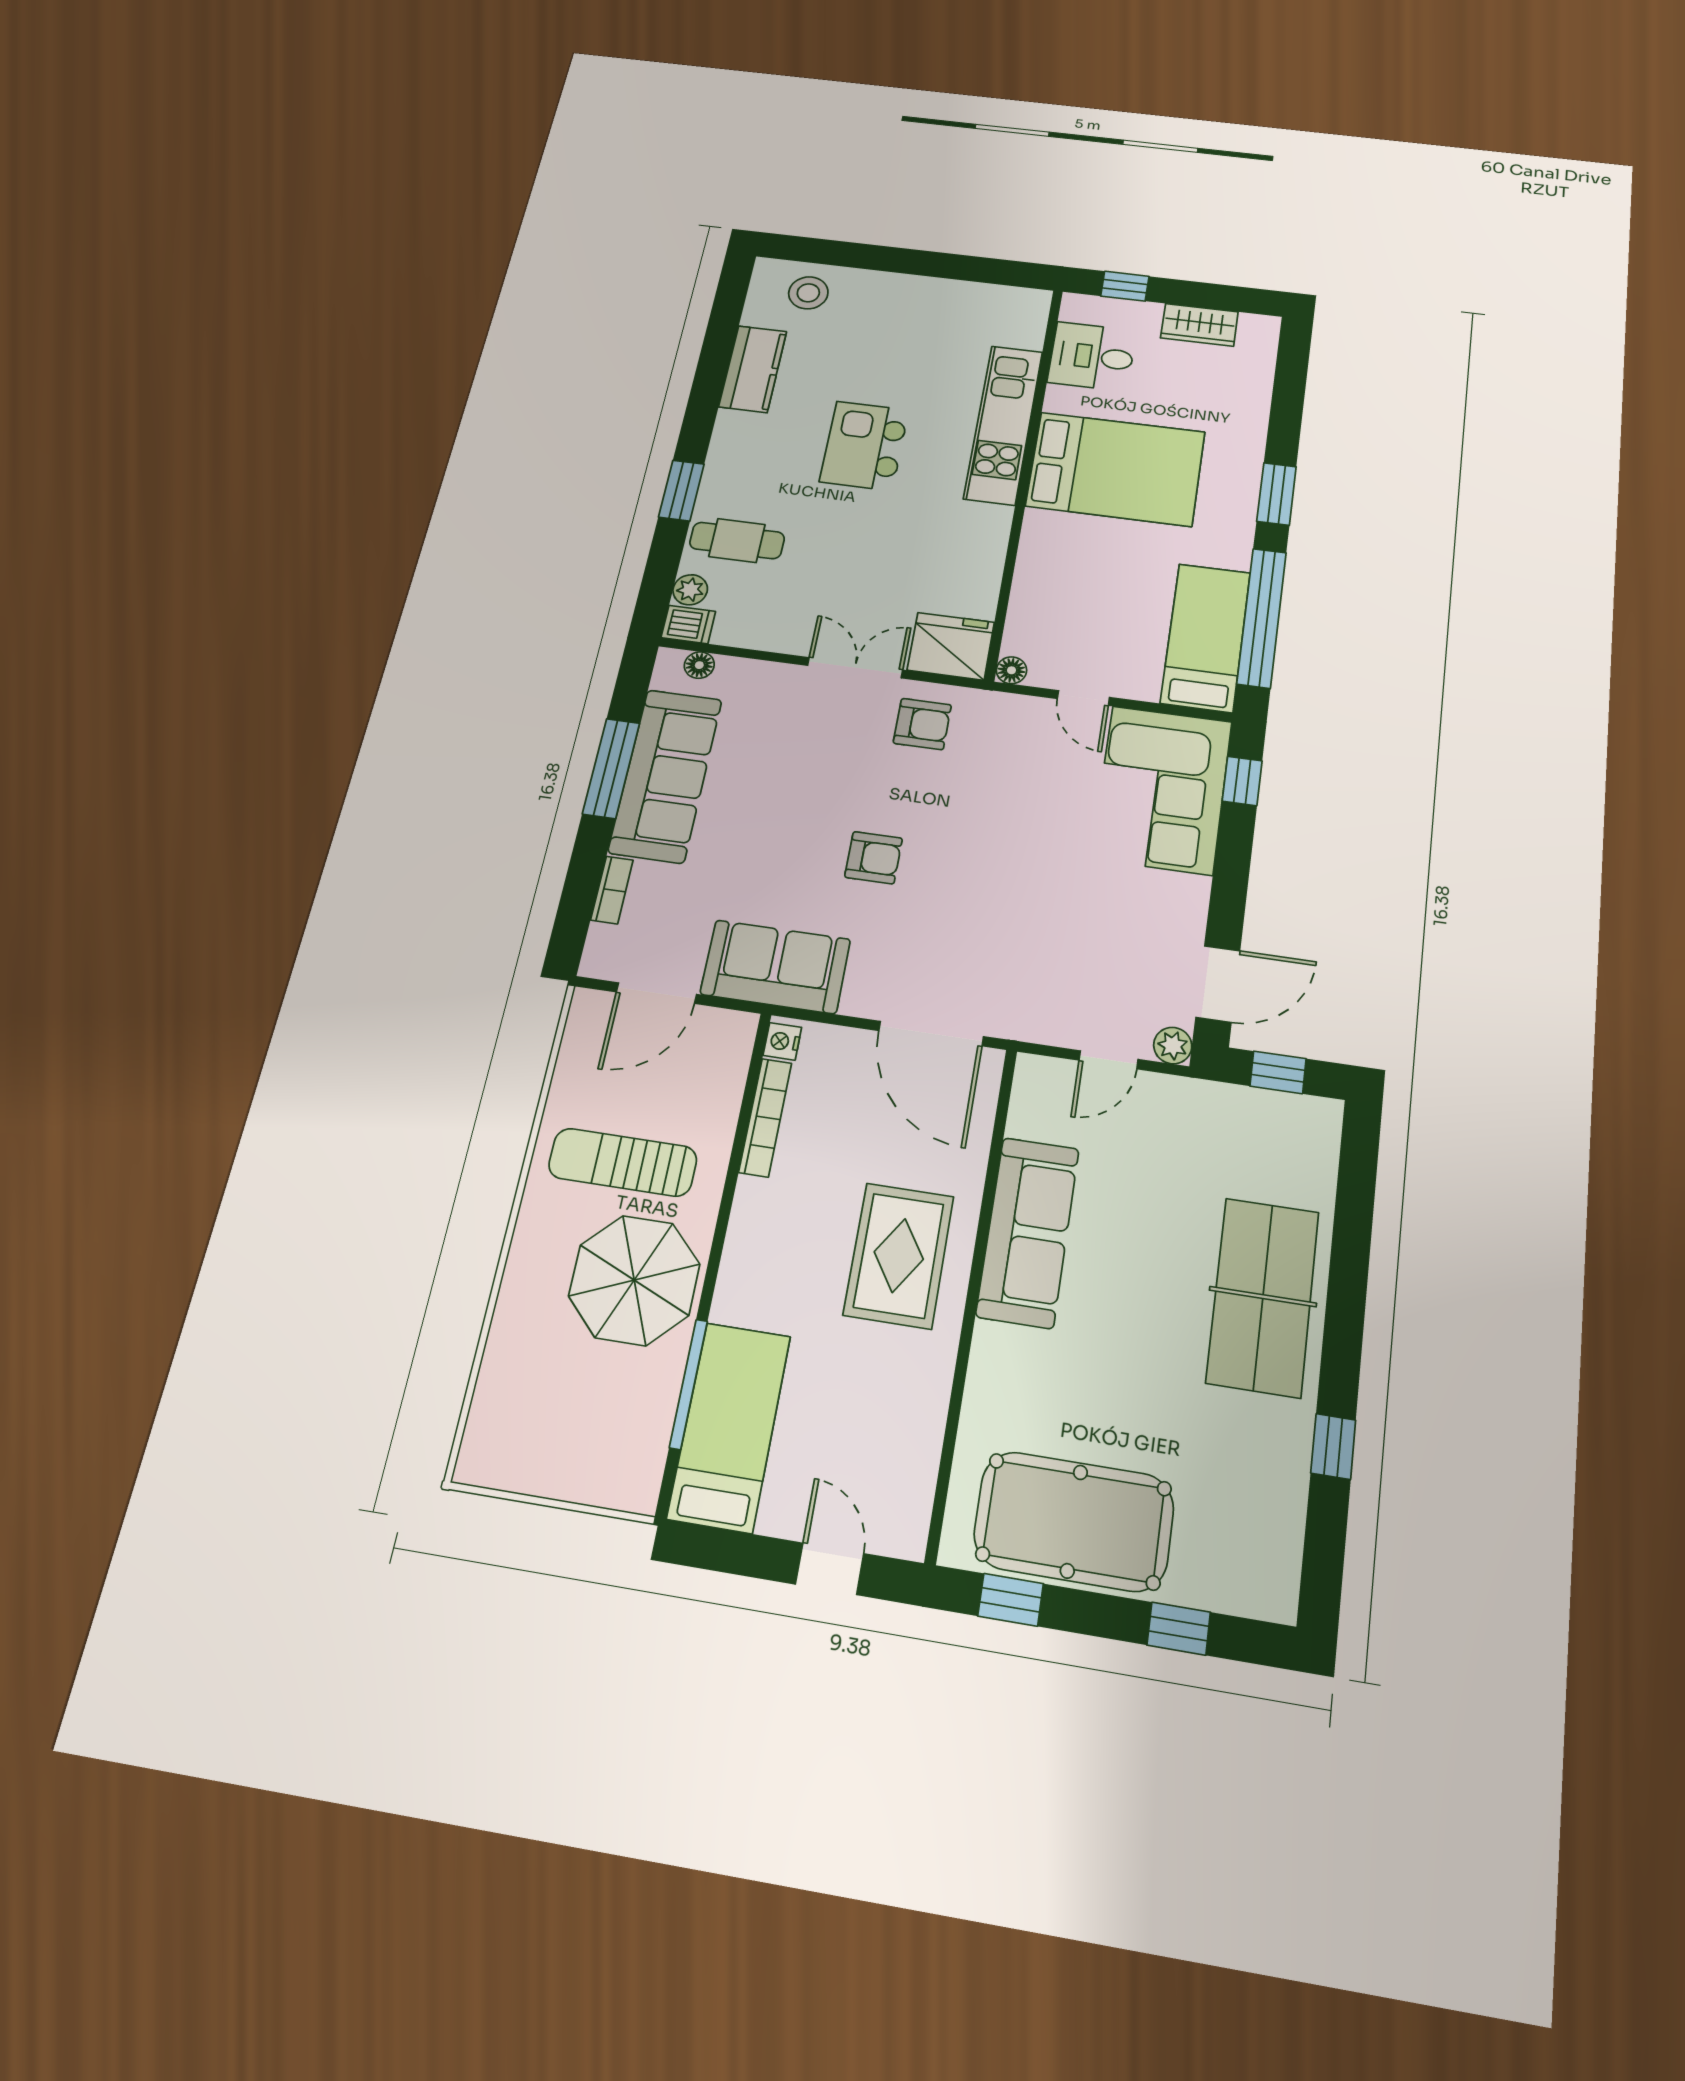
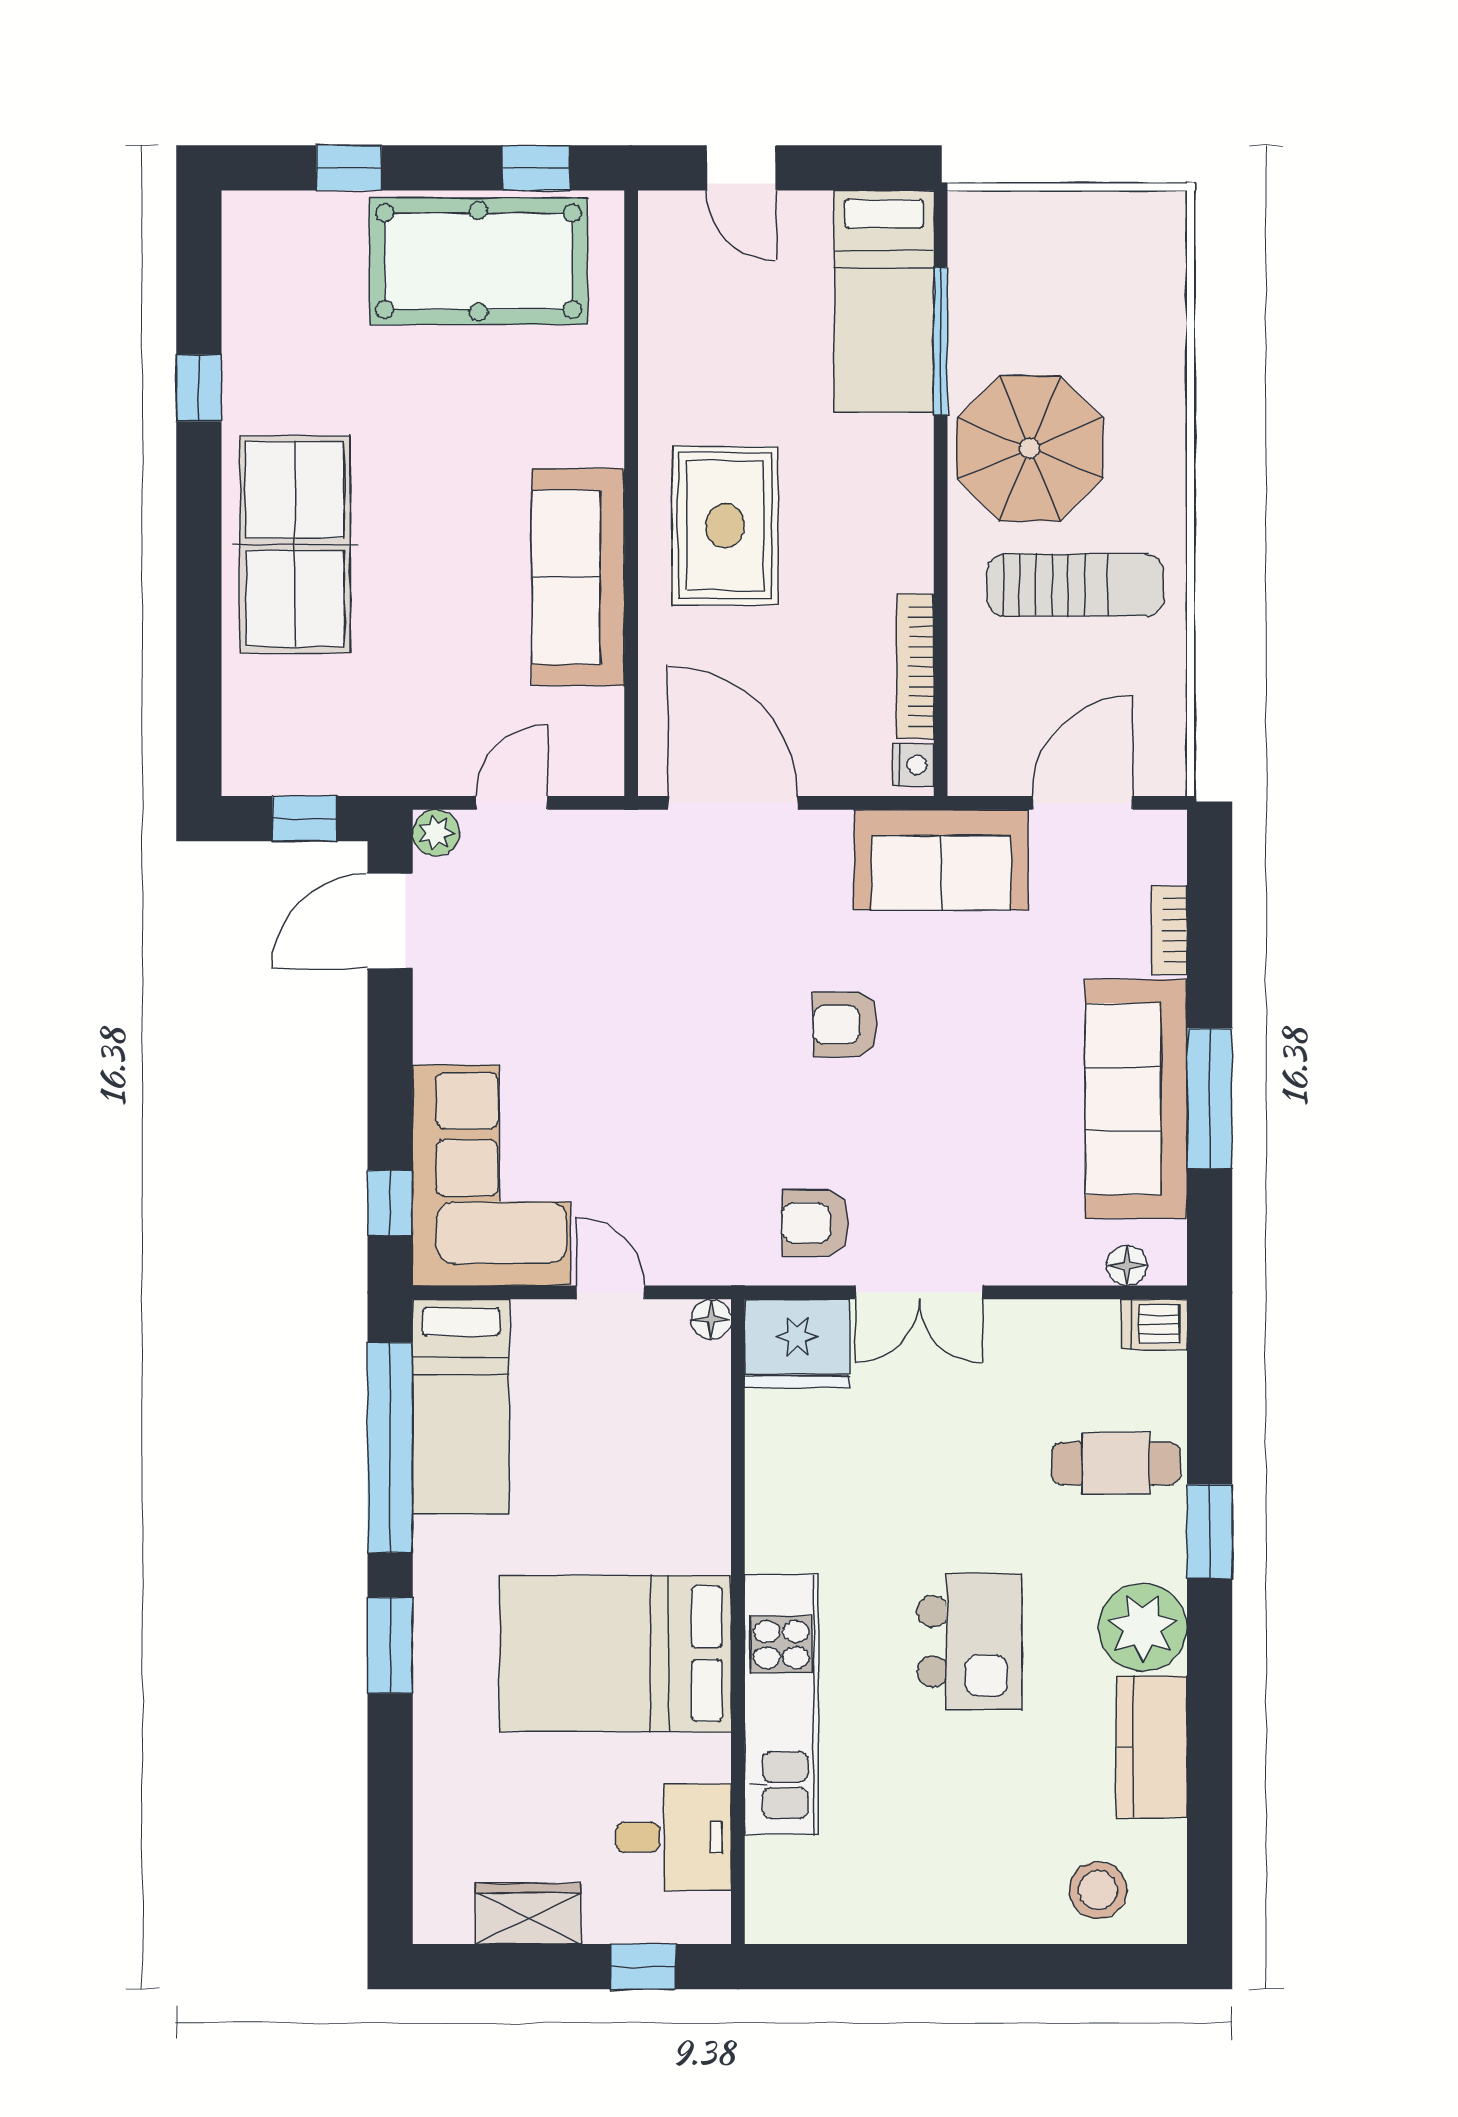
plant: (690, 590) -> (1143, 1627), moved, width x1.87, depth x1.87

